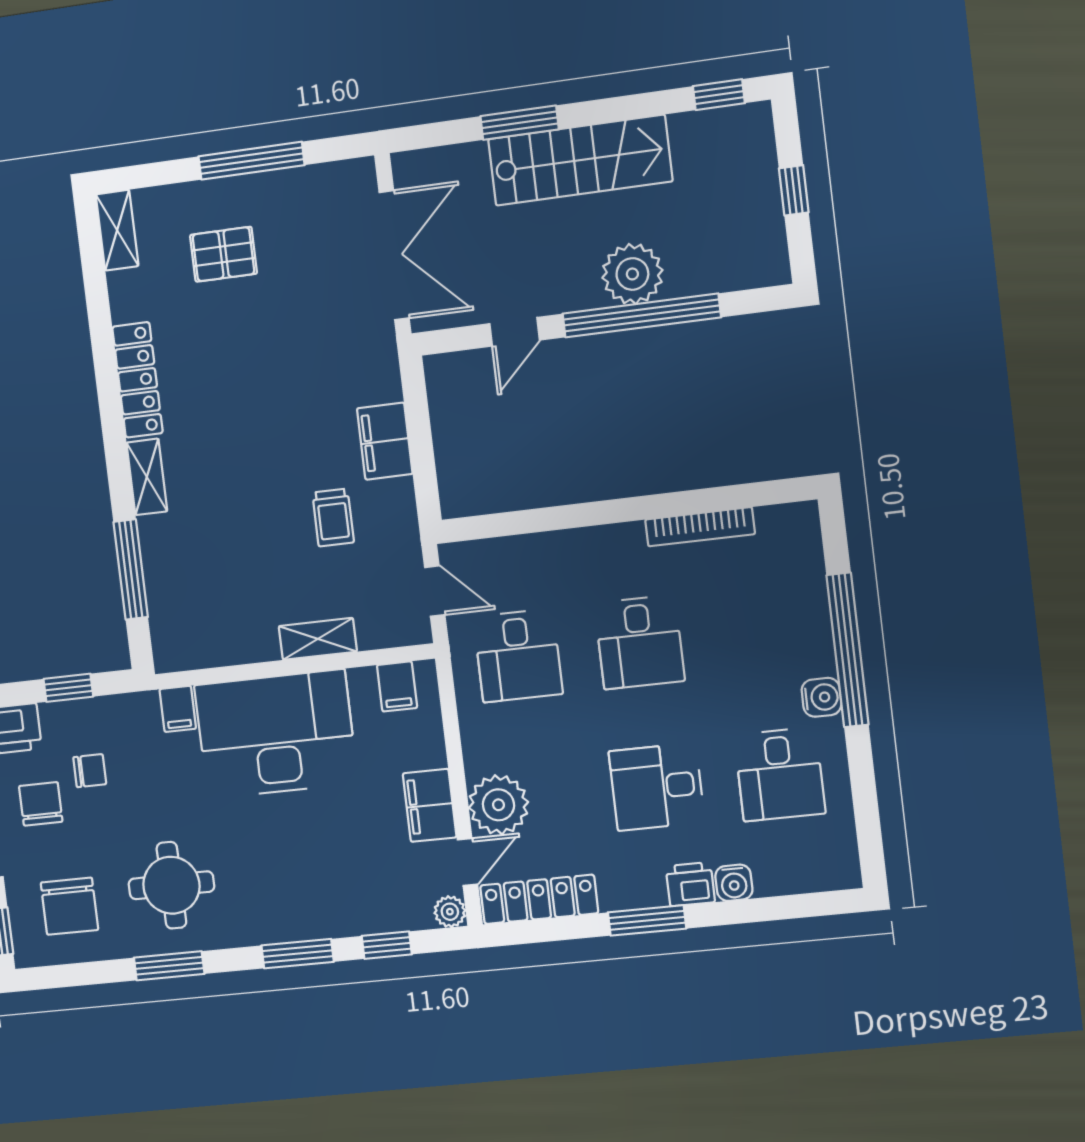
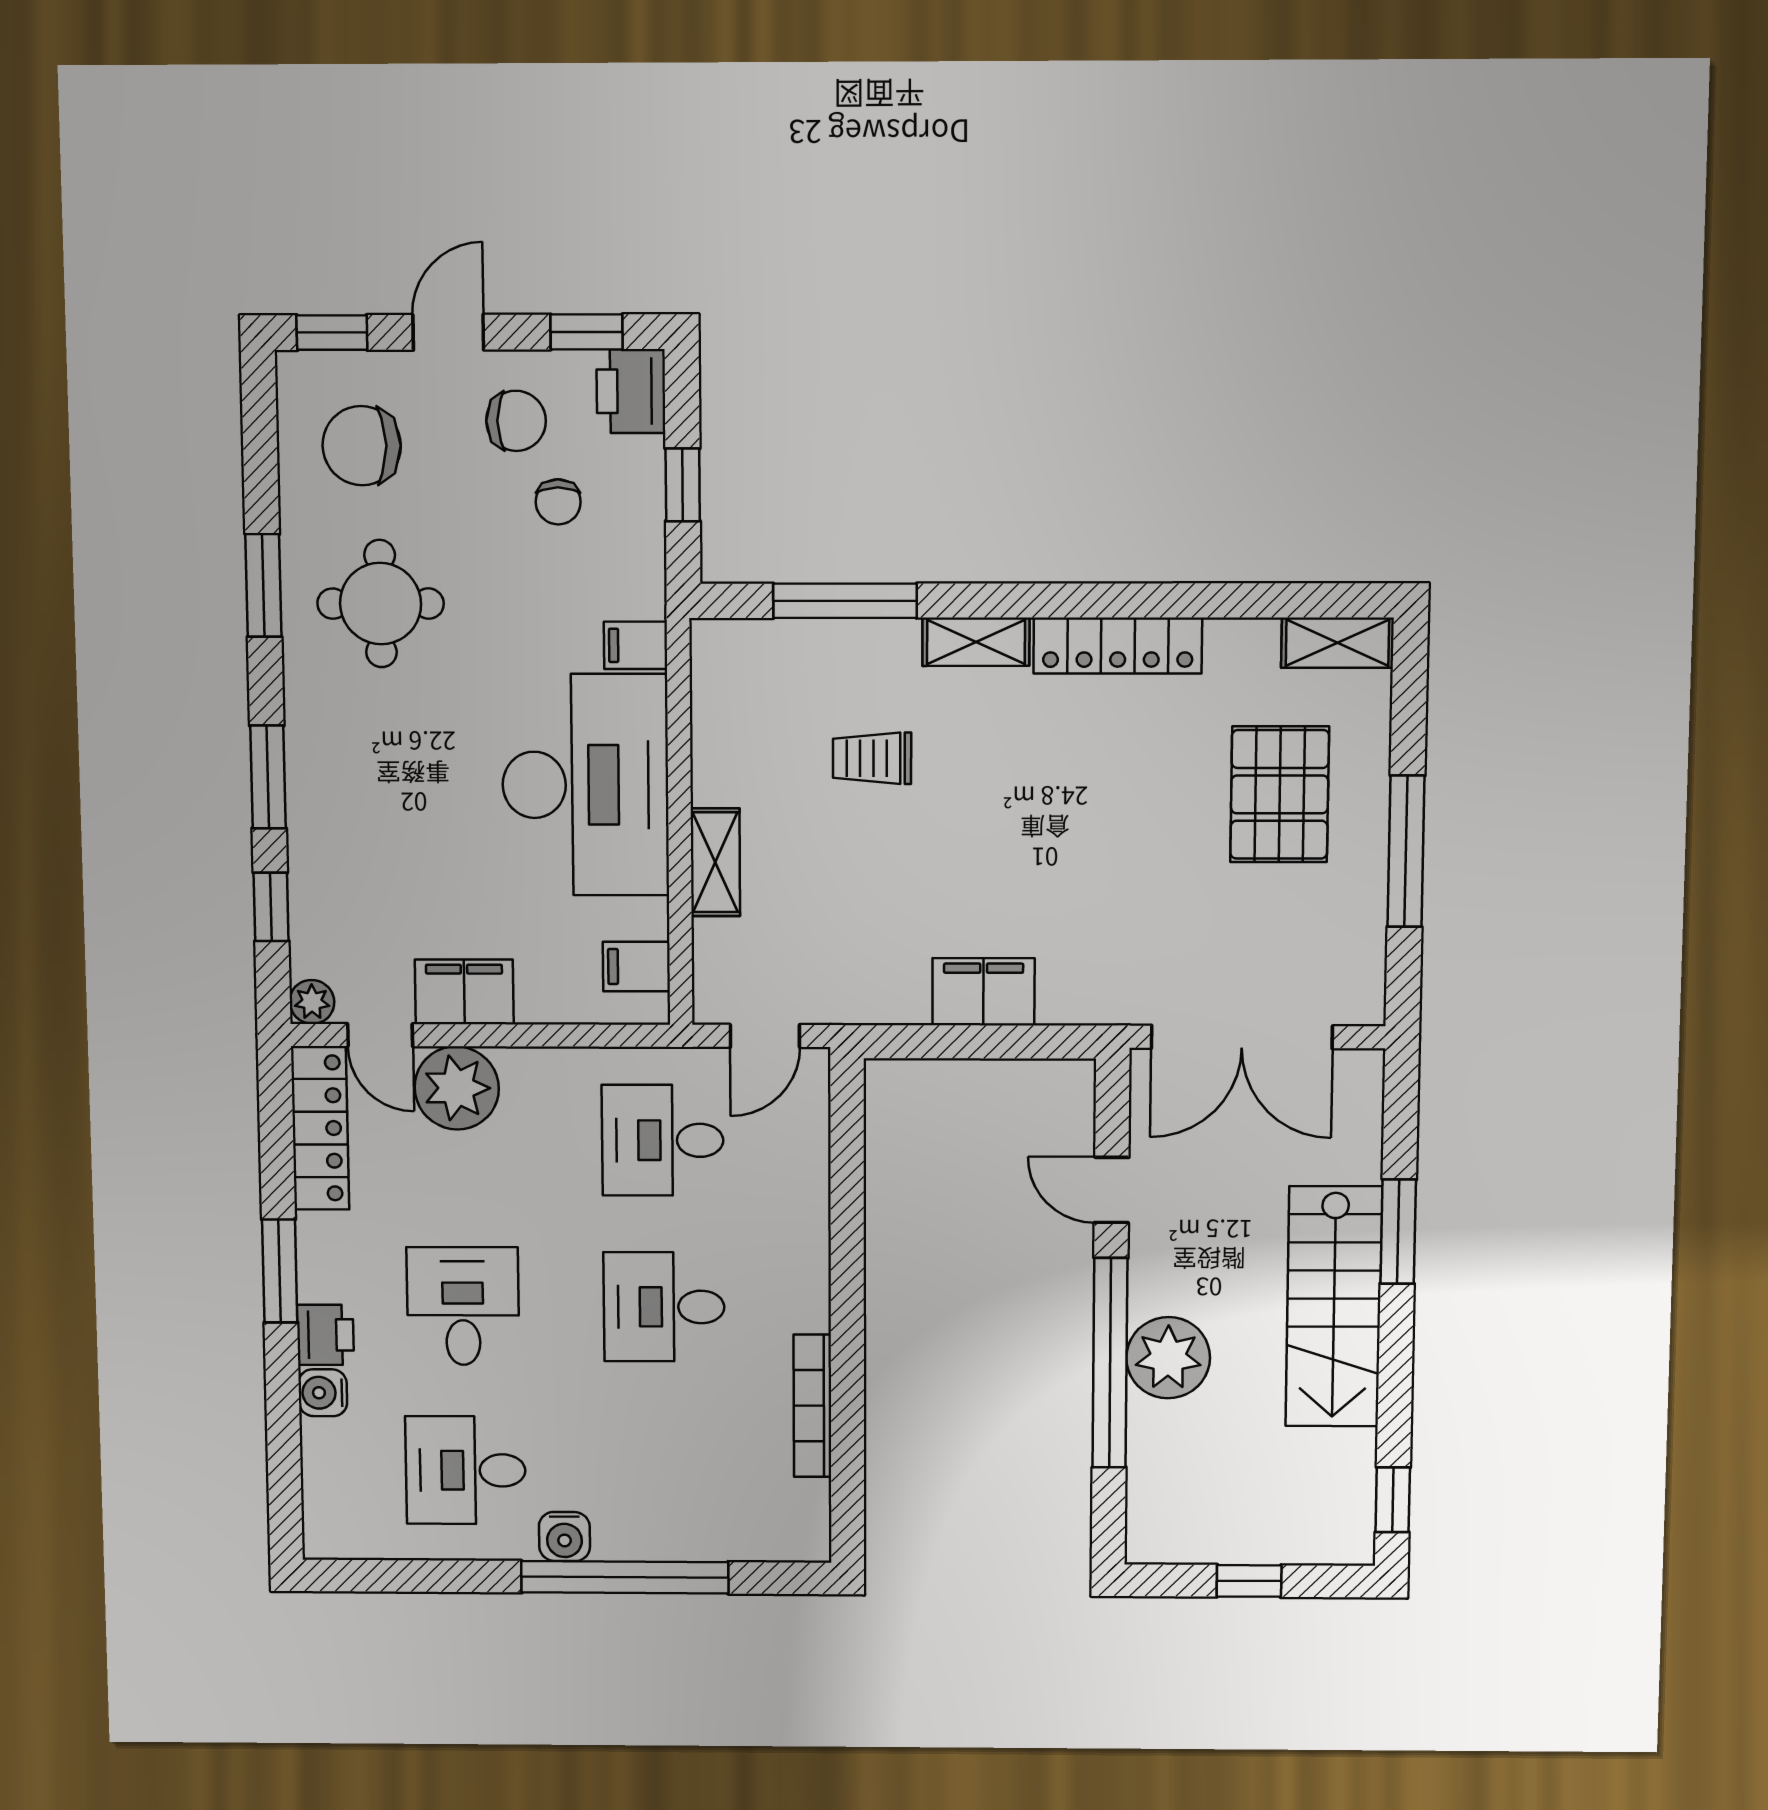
pallet: (223, 254) -> (1280, 794), width x1.50, depth x1.42
trolley: (333, 517) -> (872, 758), moved

